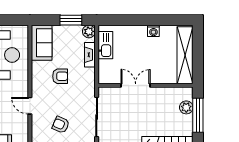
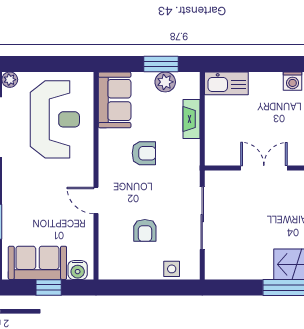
plant: (89, 31) -> (165, 82), moved
kitchen sink: (105, 45) -> (226, 83), moved, turned 90
armchair: (61, 125) -> (145, 230), turned -114

